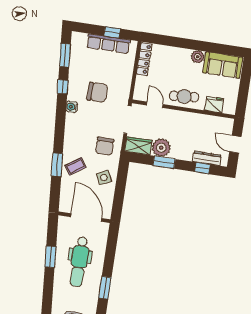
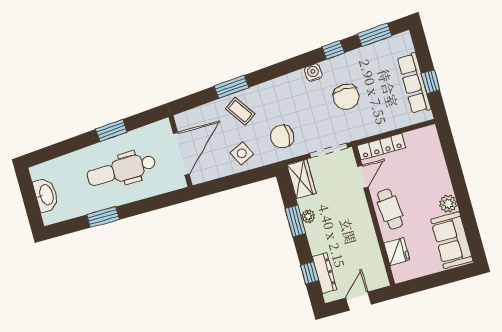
locker: (144, 59) -> (381, 147), moved
plant: (161, 148) -> (308, 216), width x0.53, depth x0.53

